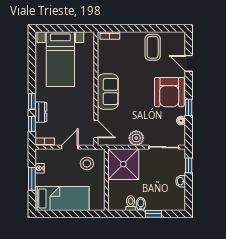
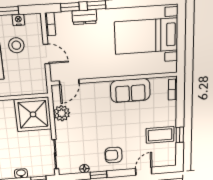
window: (154, 28) -> (180, 135), added
sofa: (108, 92) -> (130, 90), moved
armchair: (169, 92) -> (114, 155), width x0.53, depth x0.53
plant: (136, 138) -> (62, 113), moved
stool: (87, 163) -> (16, 45), moved

